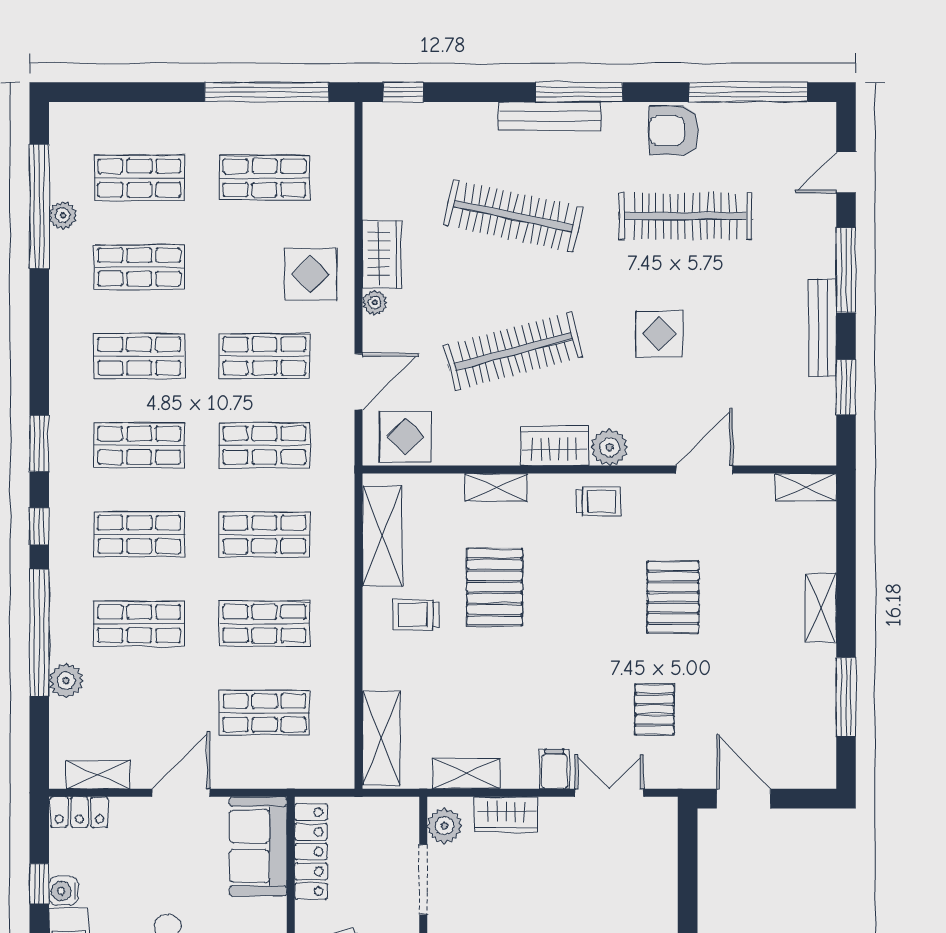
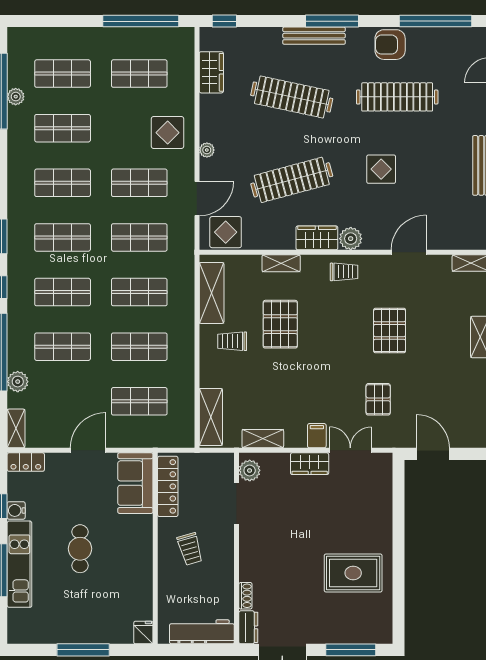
wardrobe: (382, 254) -> (211, 72), moved
shelving: (98, 775) -> (16, 428), moved, turned 90
wardrobe: (506, 815) -> (310, 464), moved

